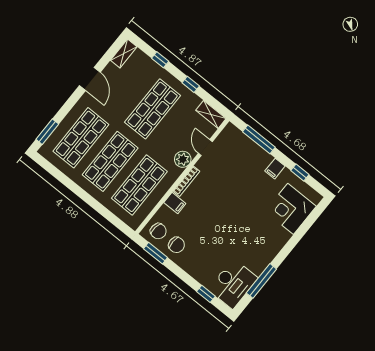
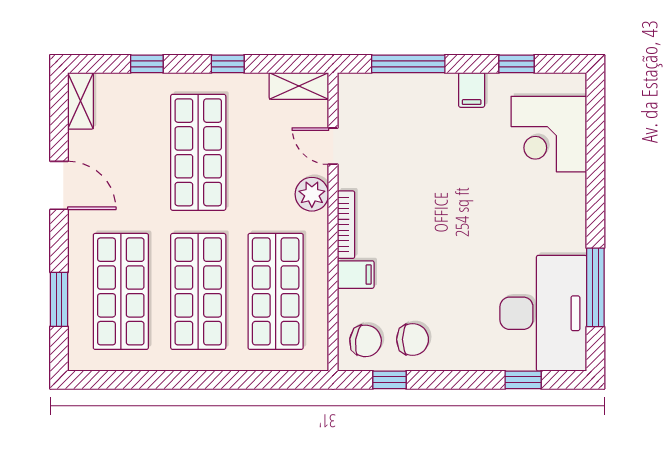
window: (47, 132) -> (59, 299), moved
window: (155, 253) -> (389, 380), width x0.67
desk: (233, 284) -> (543, 313), width x1.36, depth x1.30

